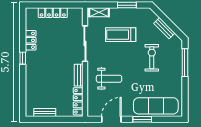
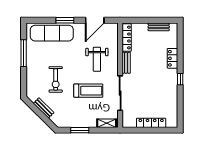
treadmill: (121, 35) -> (88, 91), moved
locker: (31, 40) -> (172, 58), moved
window: (185, 63) -> (24, 53), moved
weight bench: (109, 79) -> (97, 59), turned -90

